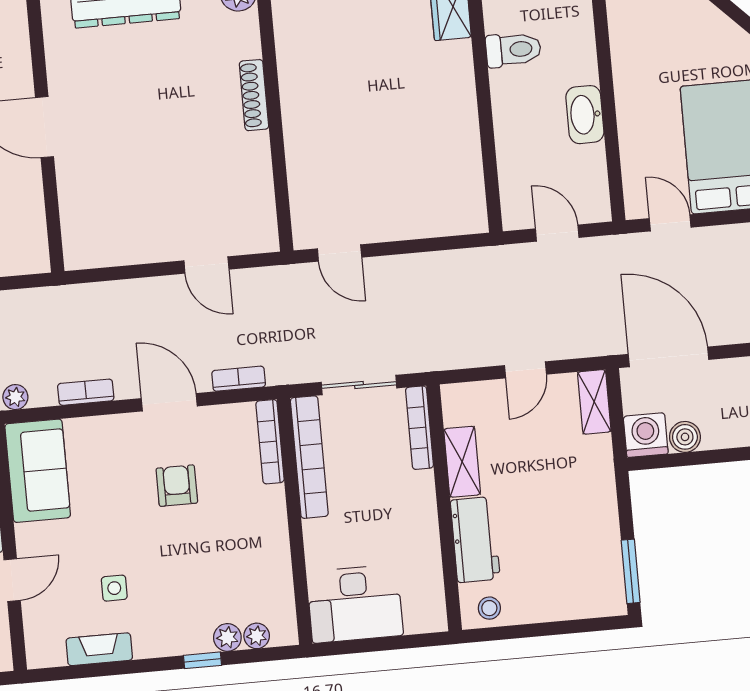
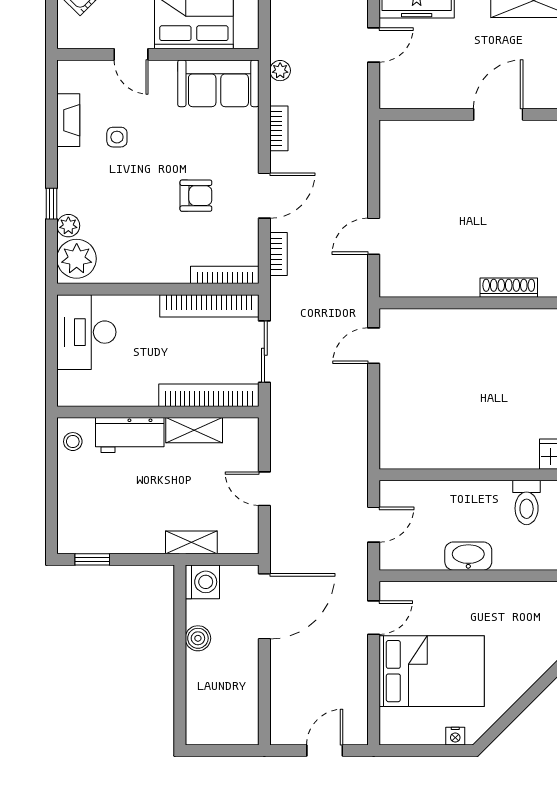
shelving: (594, 402) -> (191, 542), moved
bookcase: (419, 428) -> (209, 395), width x1.48, depth x1.31
boiler: (685, 437) -> (198, 638), moved
window: (631, 571) -> (92, 559), width x0.67
plant: (257, 636) -> (77, 259), width x1.88, depth x1.88

